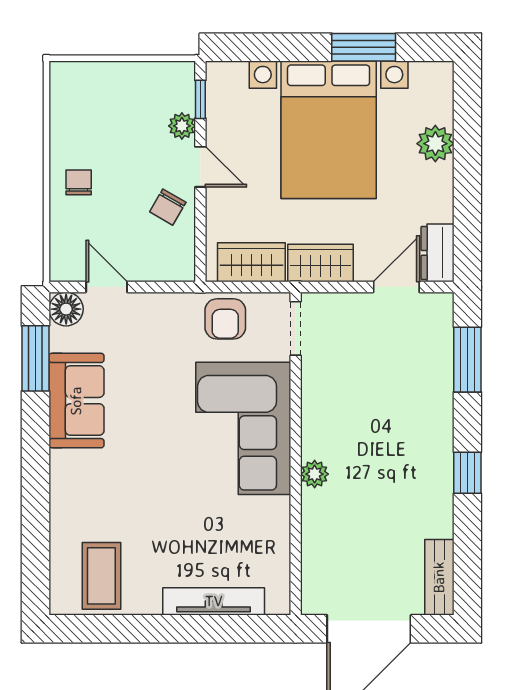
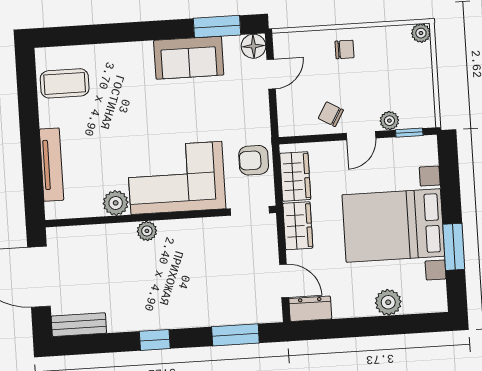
plant: (62, 74) -> (421, 33), added
plant: (273, 515) -> (116, 203), added

